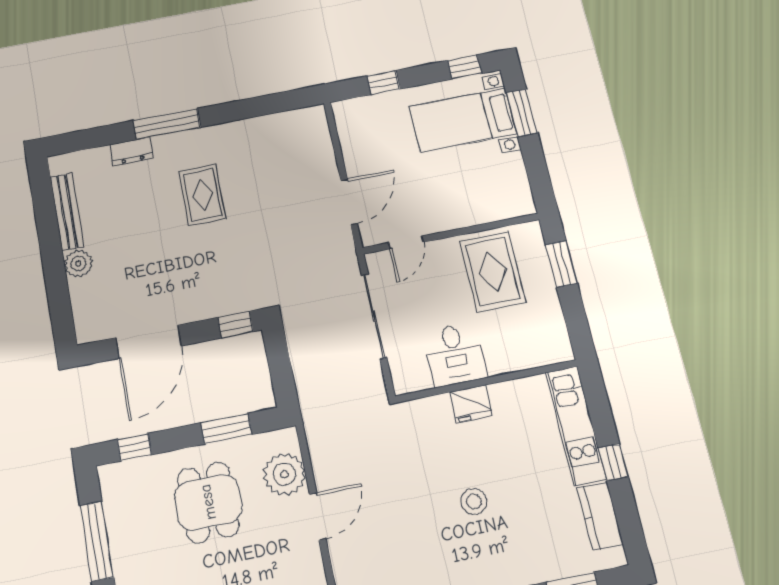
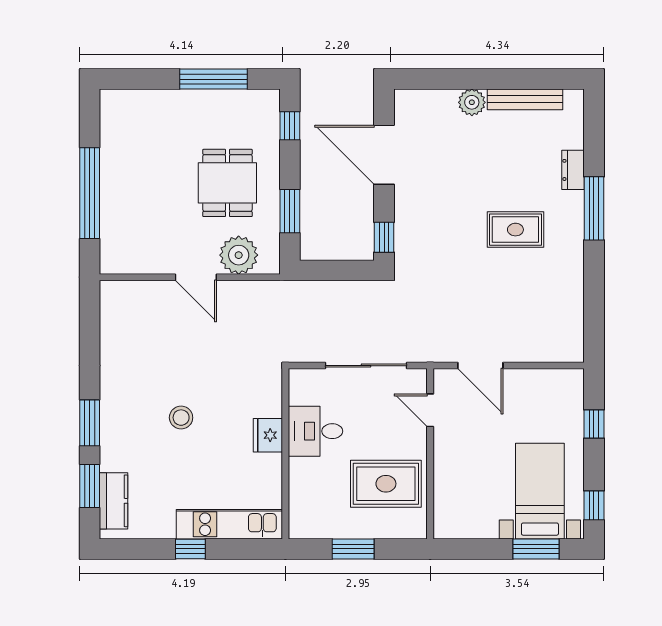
window: (561, 264) -> (353, 549), moved
dining table: (208, 502) -> (227, 183), turned 90
kitchen counter: (600, 516) -> (114, 501), moved, turned 90

